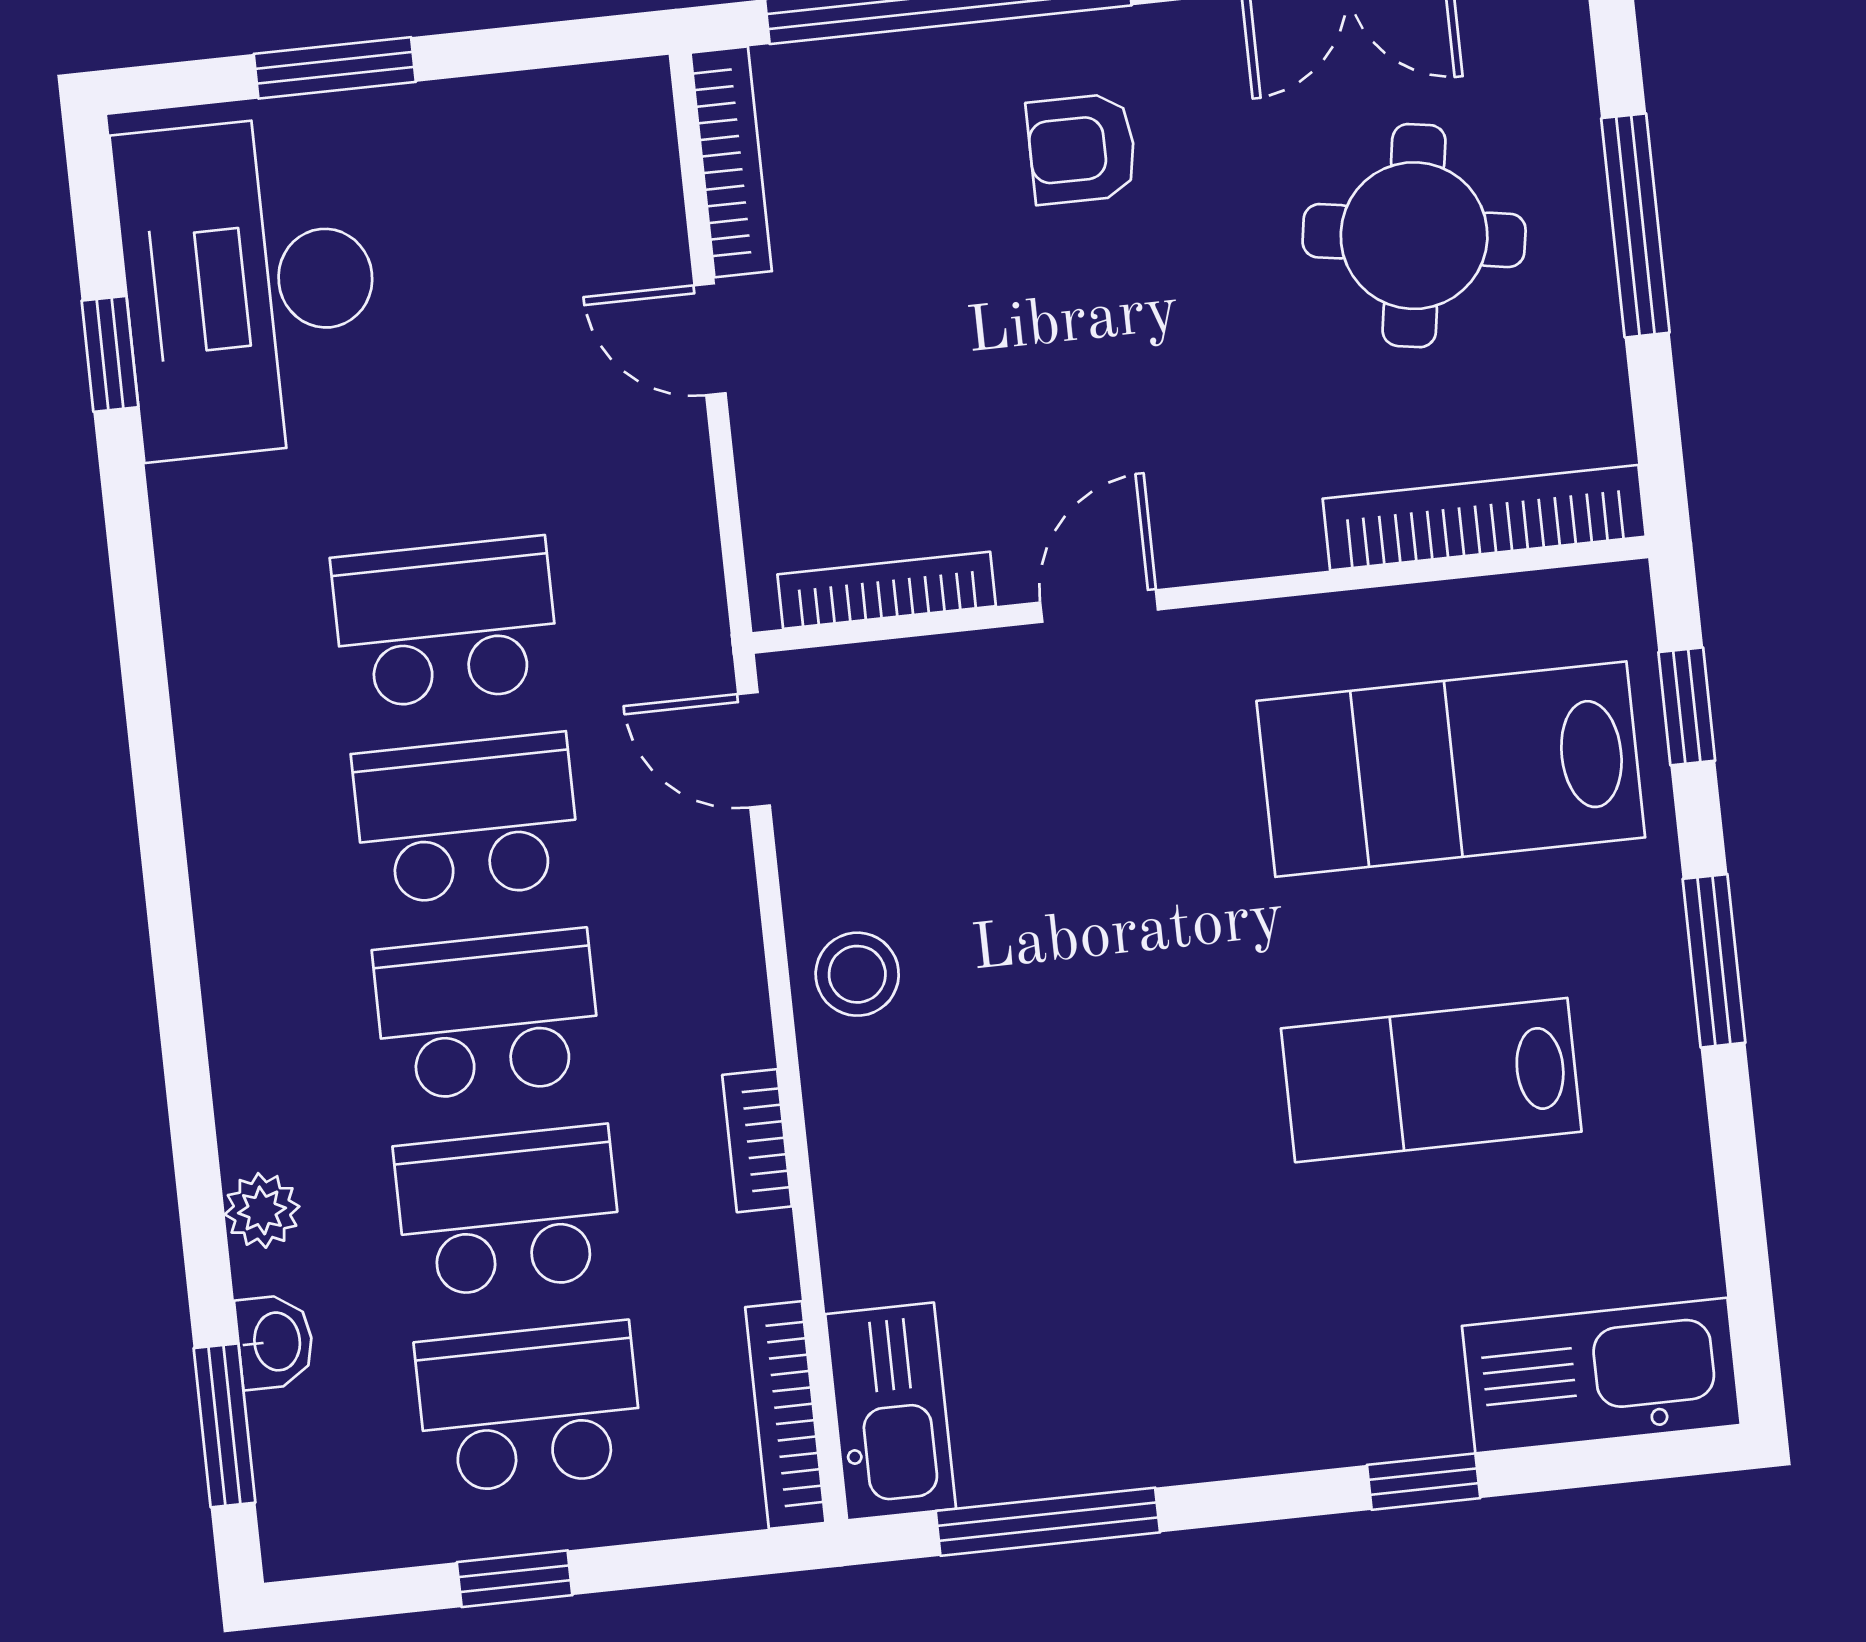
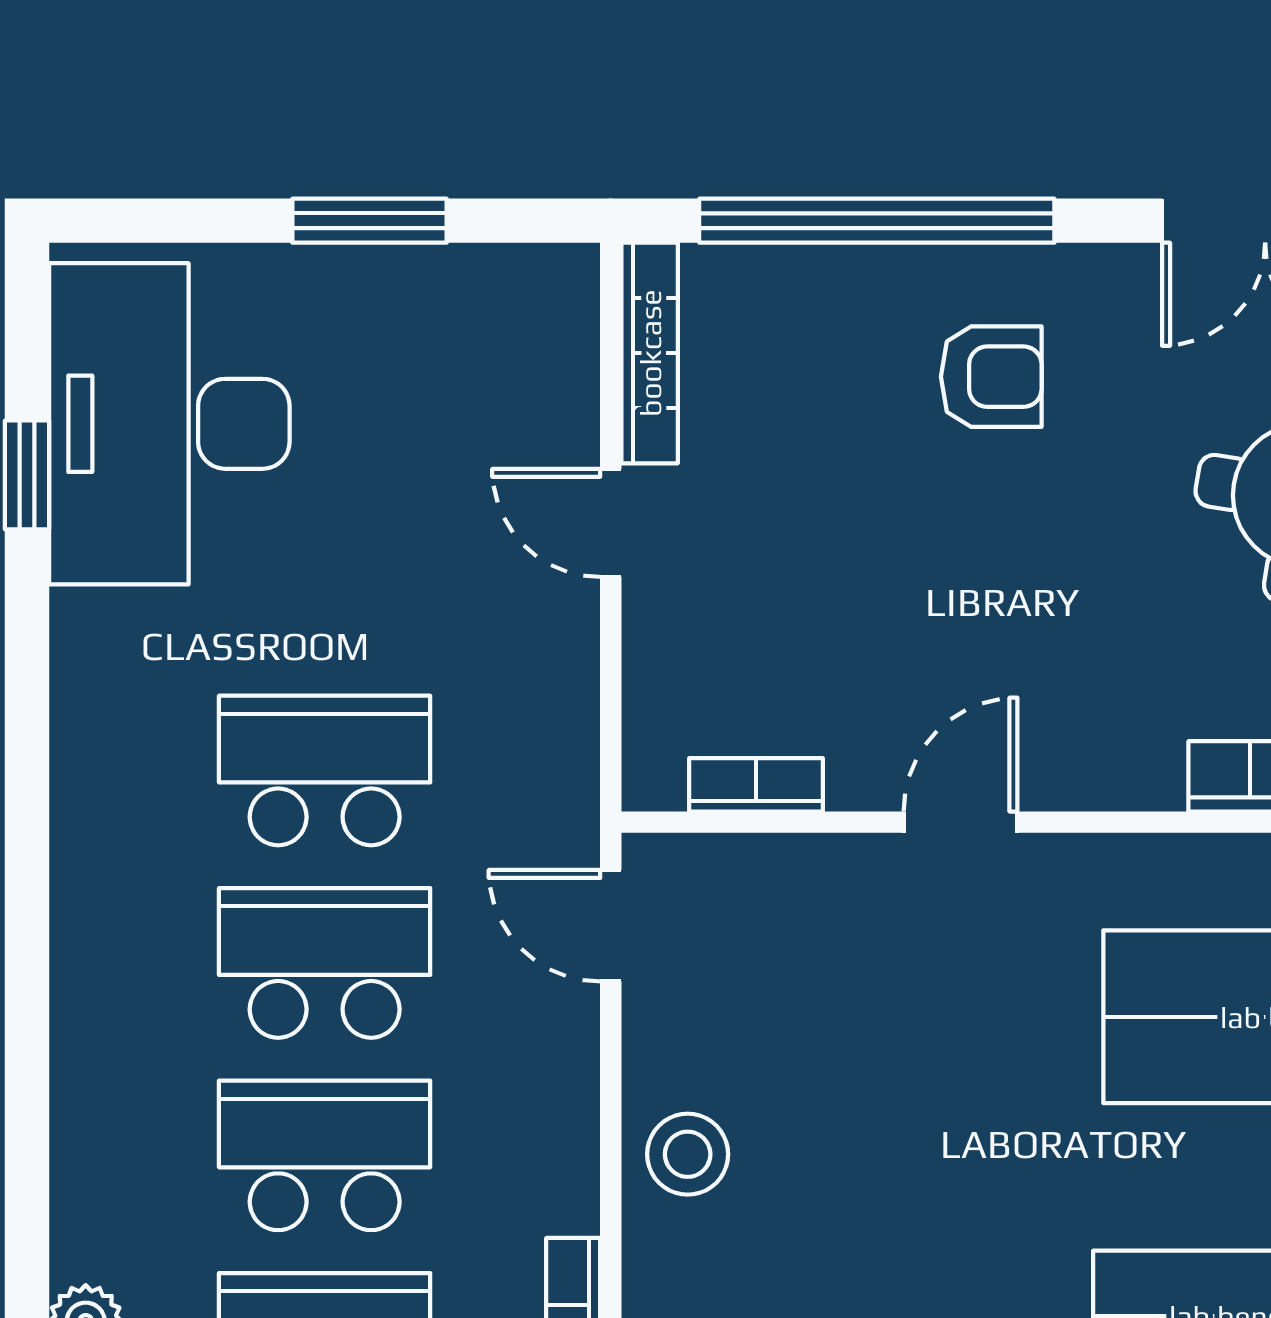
window: (335, 68) -> (369, 221), moved
armchair: (1082, 149) -> (991, 377), turned 180
bookcase: (887, 590) -> (756, 785), width x0.64

